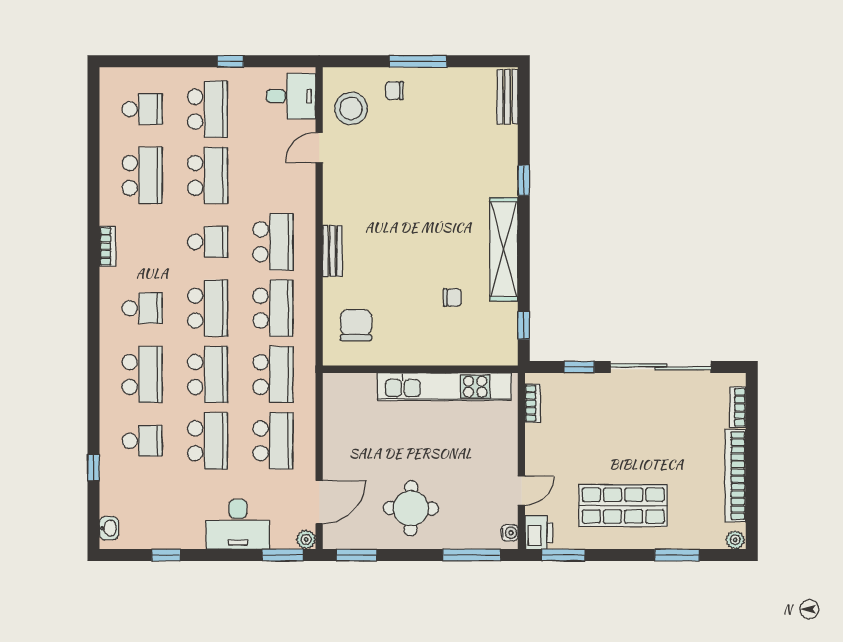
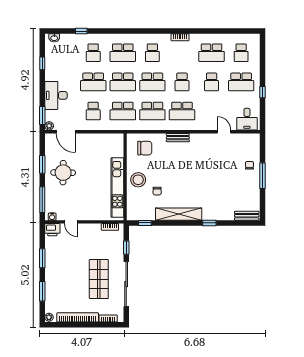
stool: (351, 108) -> (138, 180), moved
school desk: (208, 175) -> (212, 82), width x0.54
school desk: (273, 441) -> (93, 111), width x0.54
shop shelf: (623, 506) -> (99, 279), moved
window: (357, 555) -> (42, 164), moved
window: (563, 555) -> (42, 258), moved

